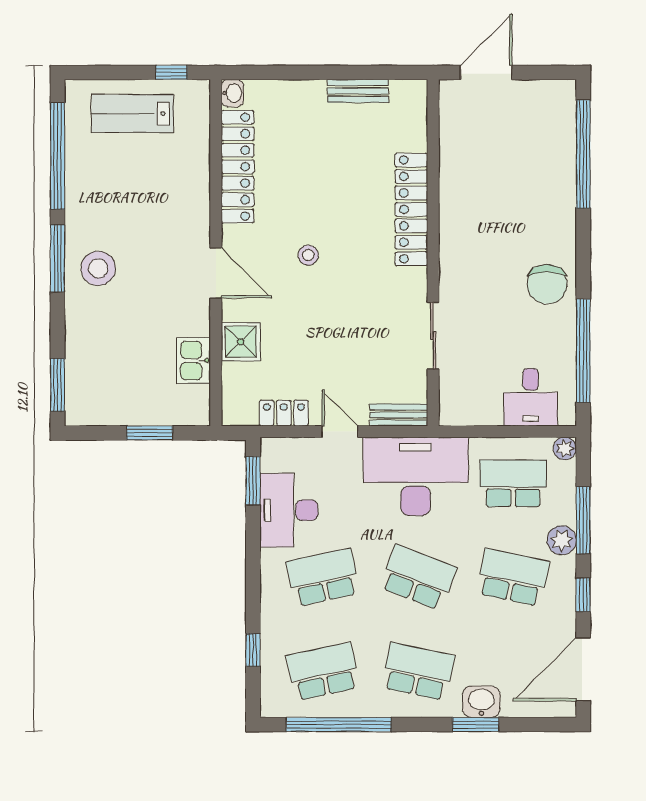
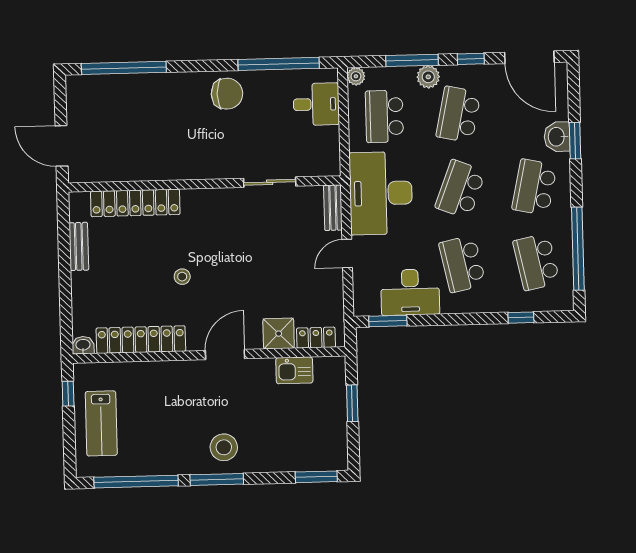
locker: (411, 209) -> (135, 203), moved
stool: (308, 255) -> (182, 277), moved
locker: (284, 413) -> (316, 338), moved, turned 90

